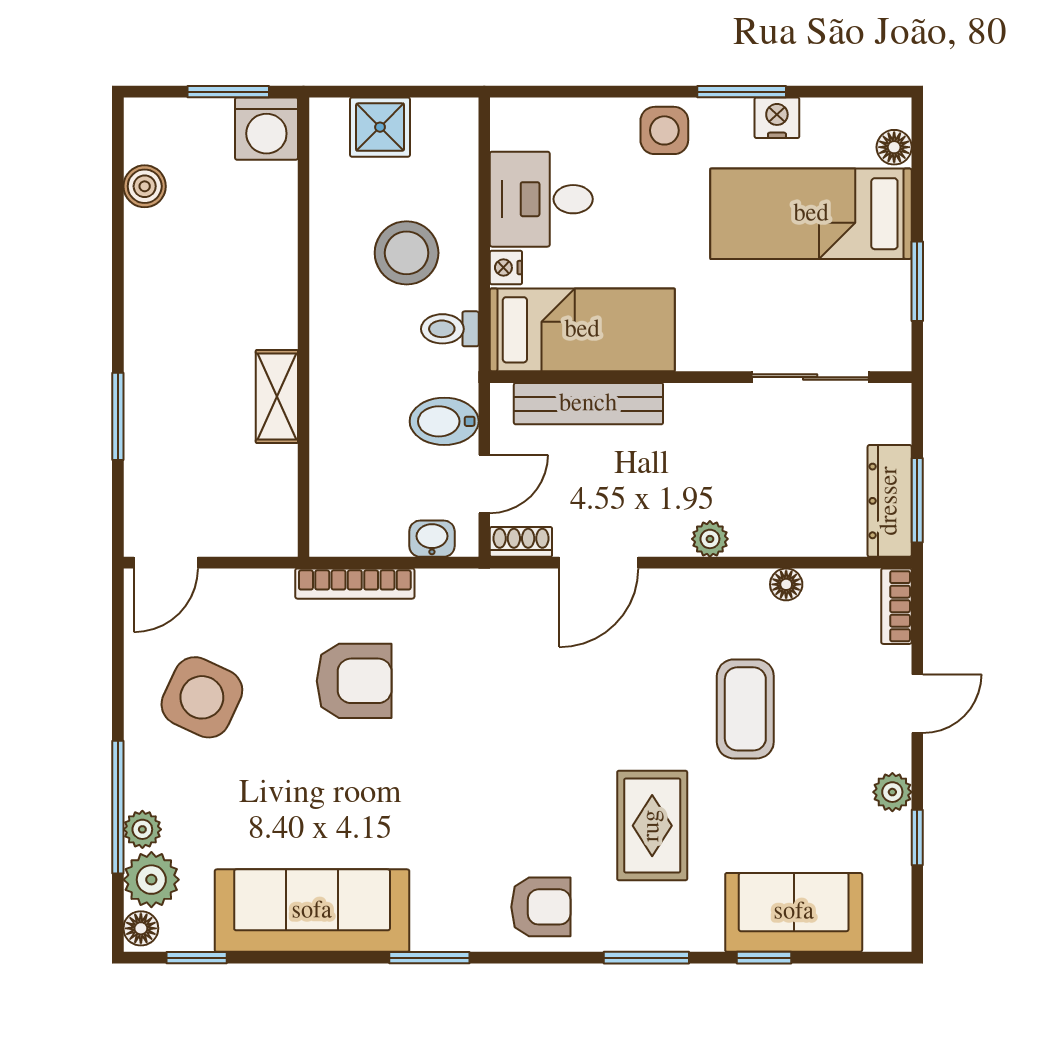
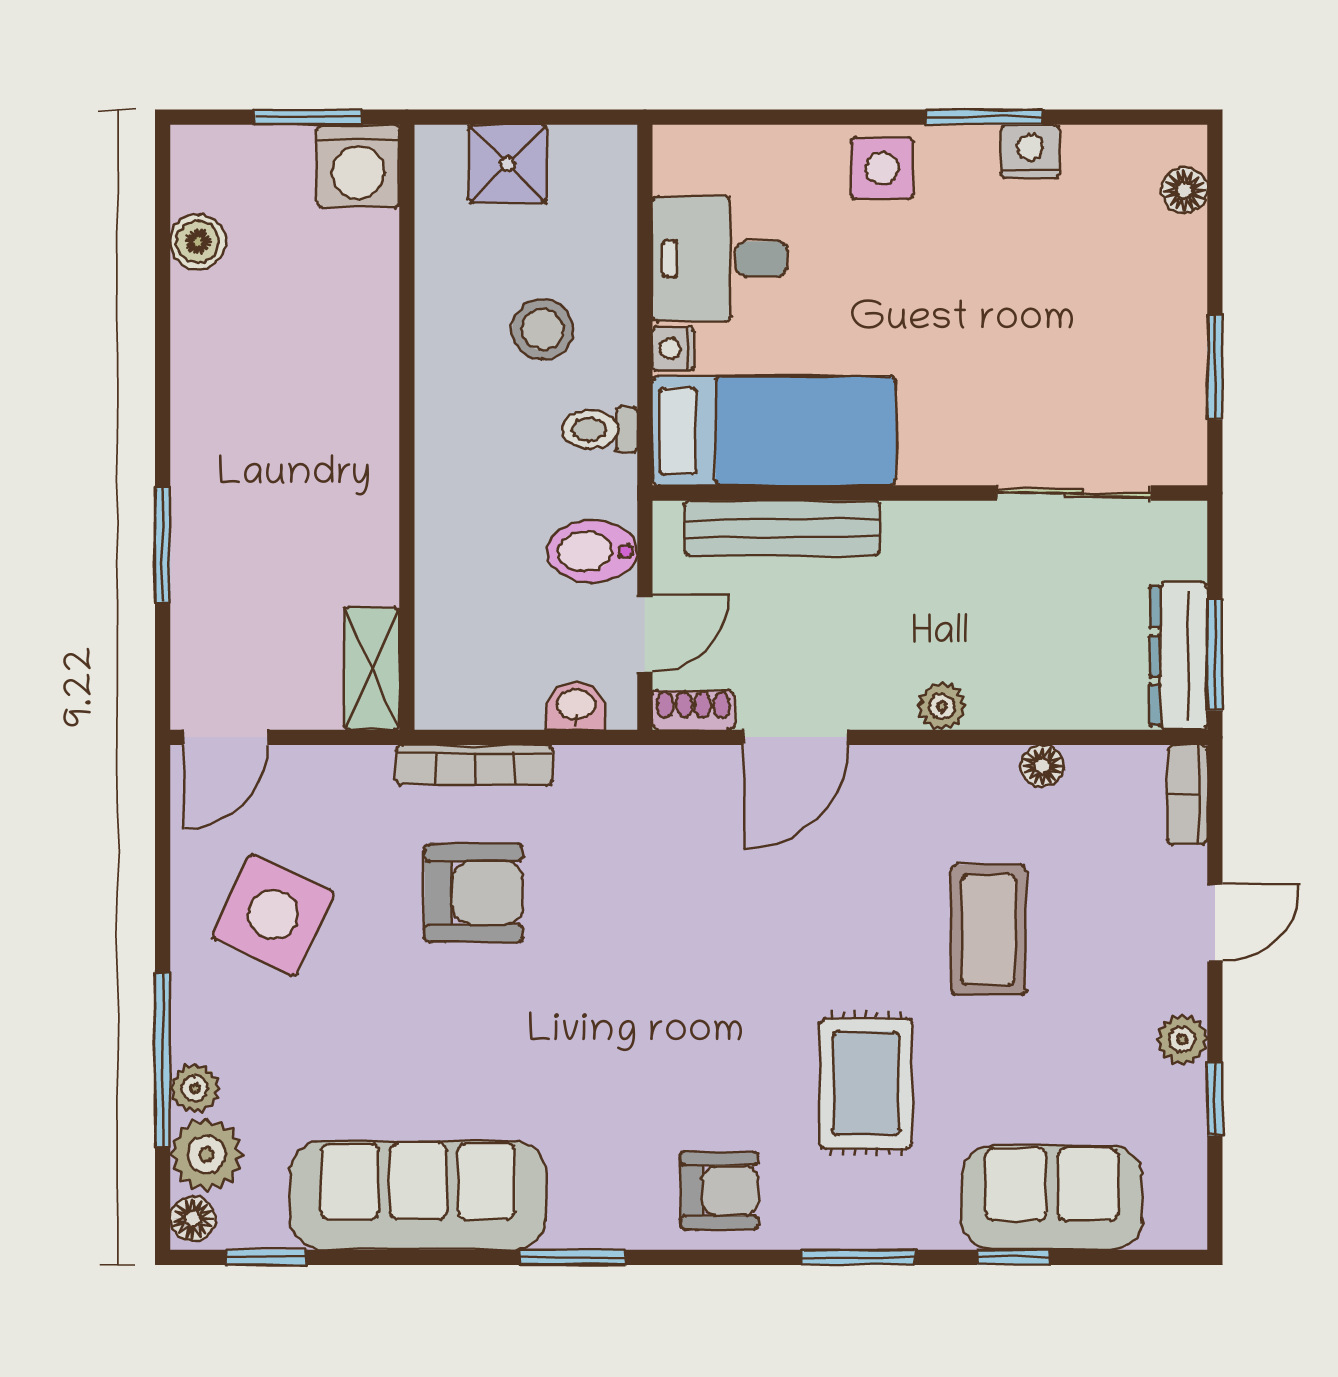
bed: (811, 214) -> (1075, 278), removed
stool: (407, 253) -> (543, 330), width x0.73, depth x0.73
shelving: (277, 397) -> (372, 668), moved

